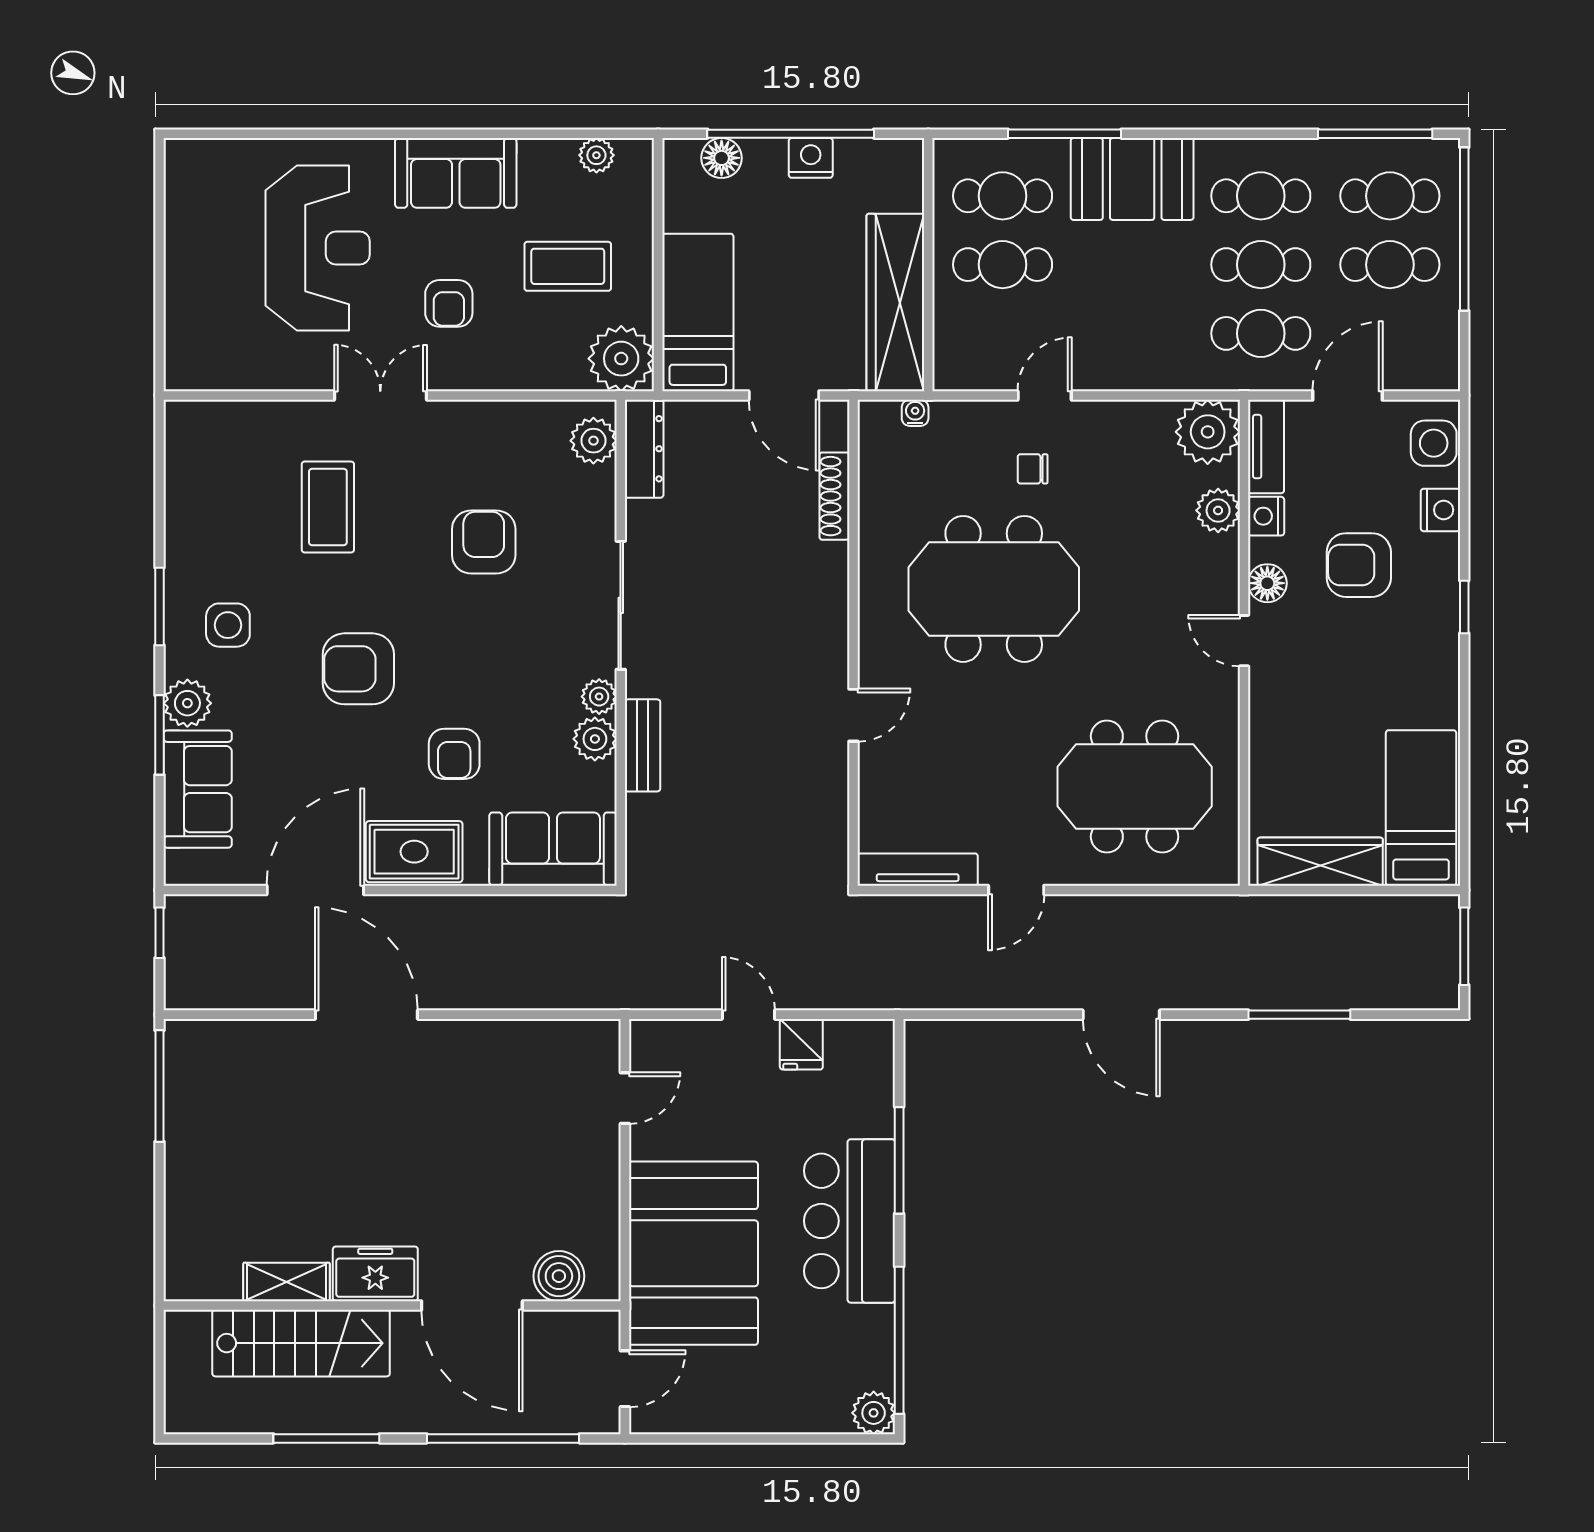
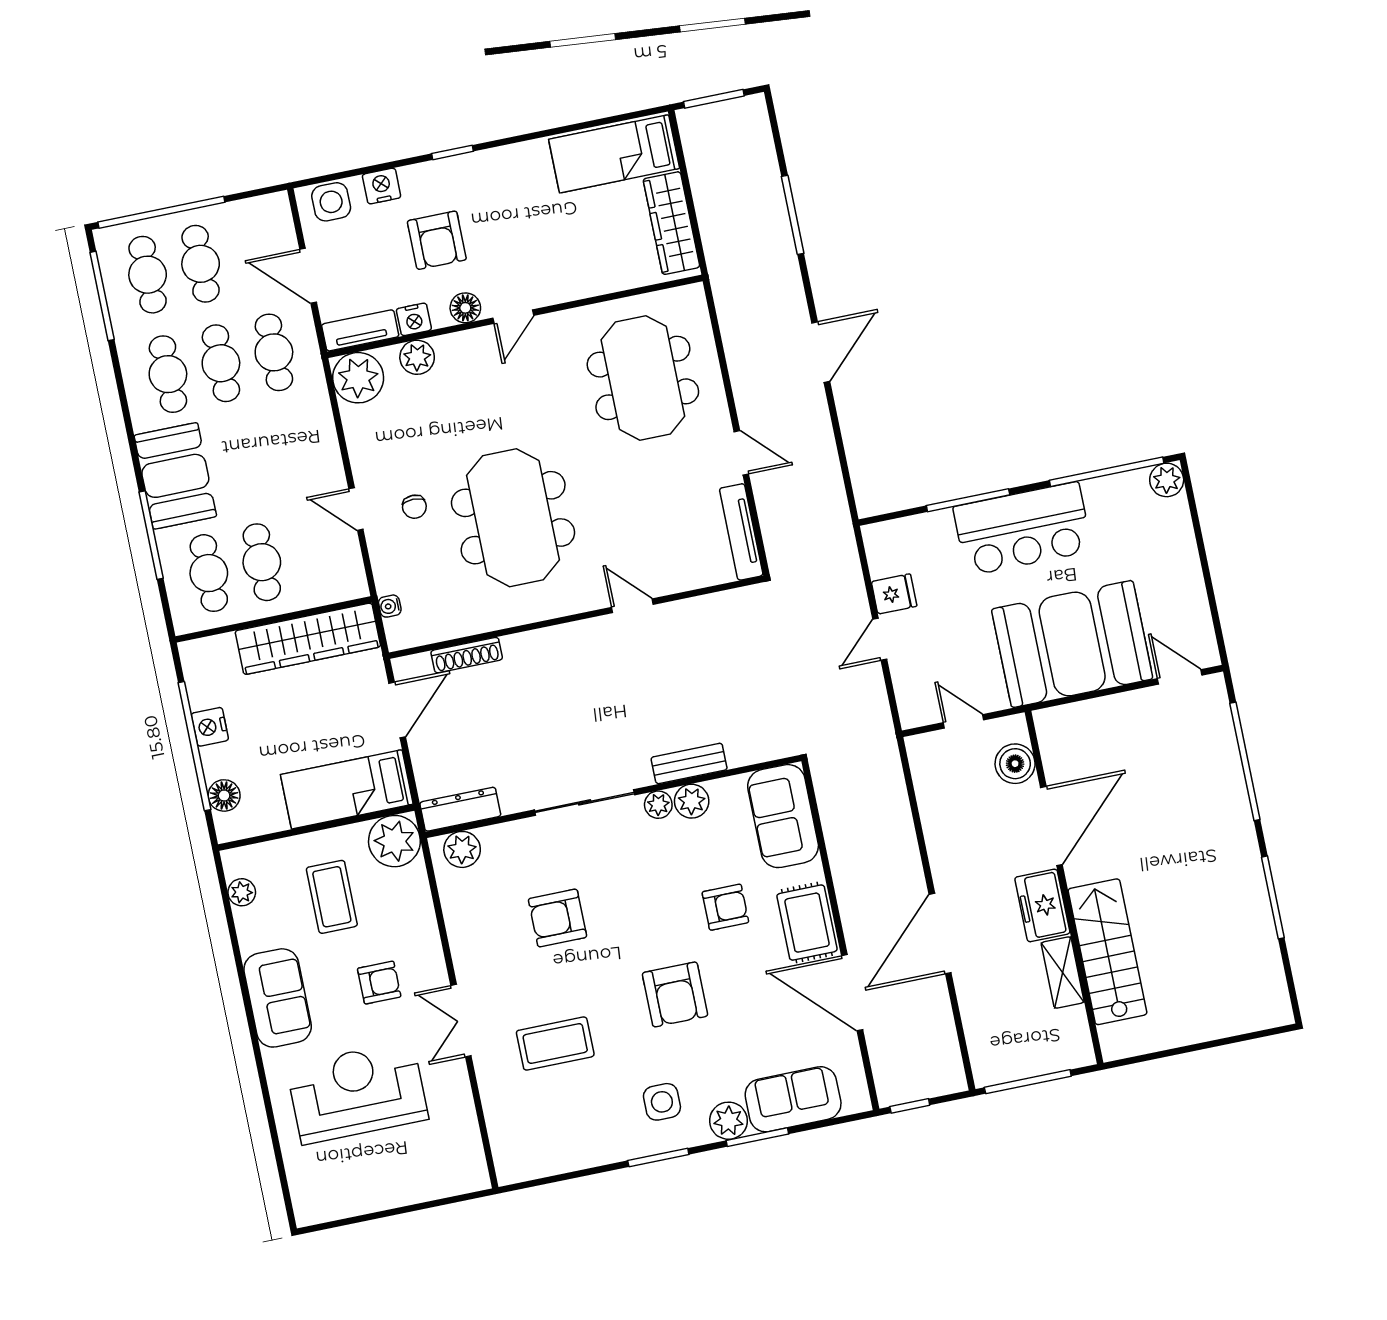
freezer: (375, 1274) -> (1042, 905), moved
boiler: (559, 1276) -> (1015, 764), moved
shelving: (287, 1282) -> (1063, 973), moved
wall: (392, 1306) -> (1064, 887), moved
door: (472, 1306) -> (1051, 826), moved
stairs: (301, 1343) -> (1107, 952), moved

